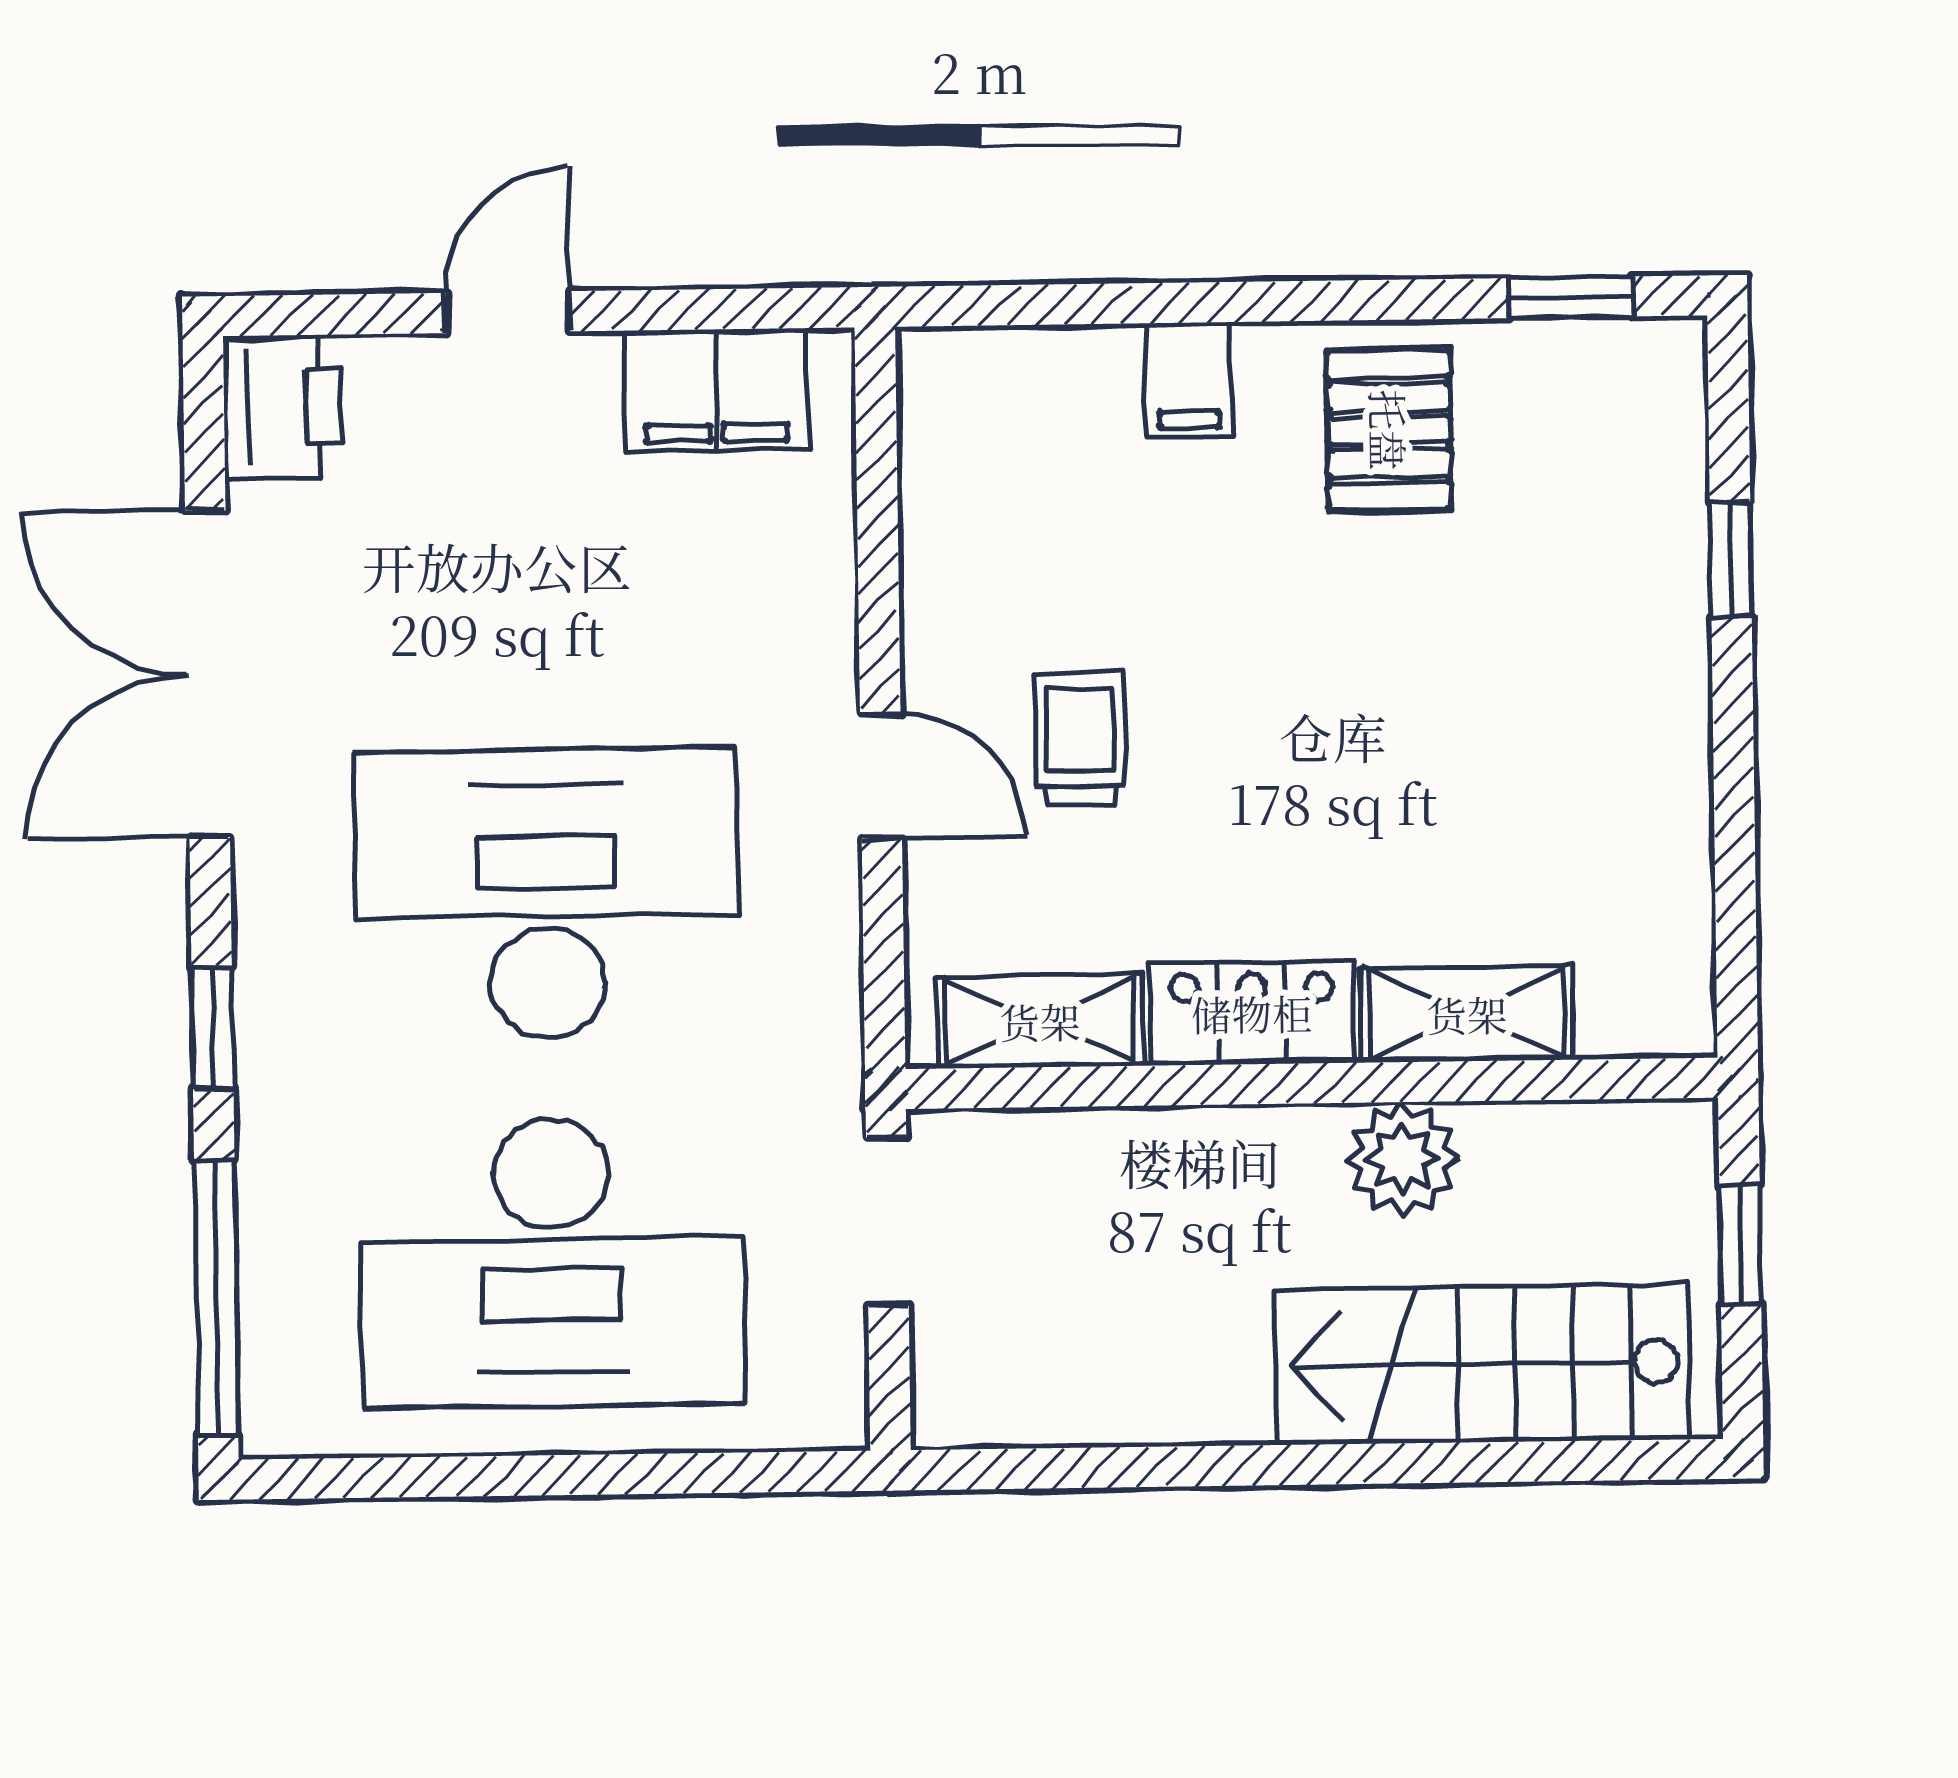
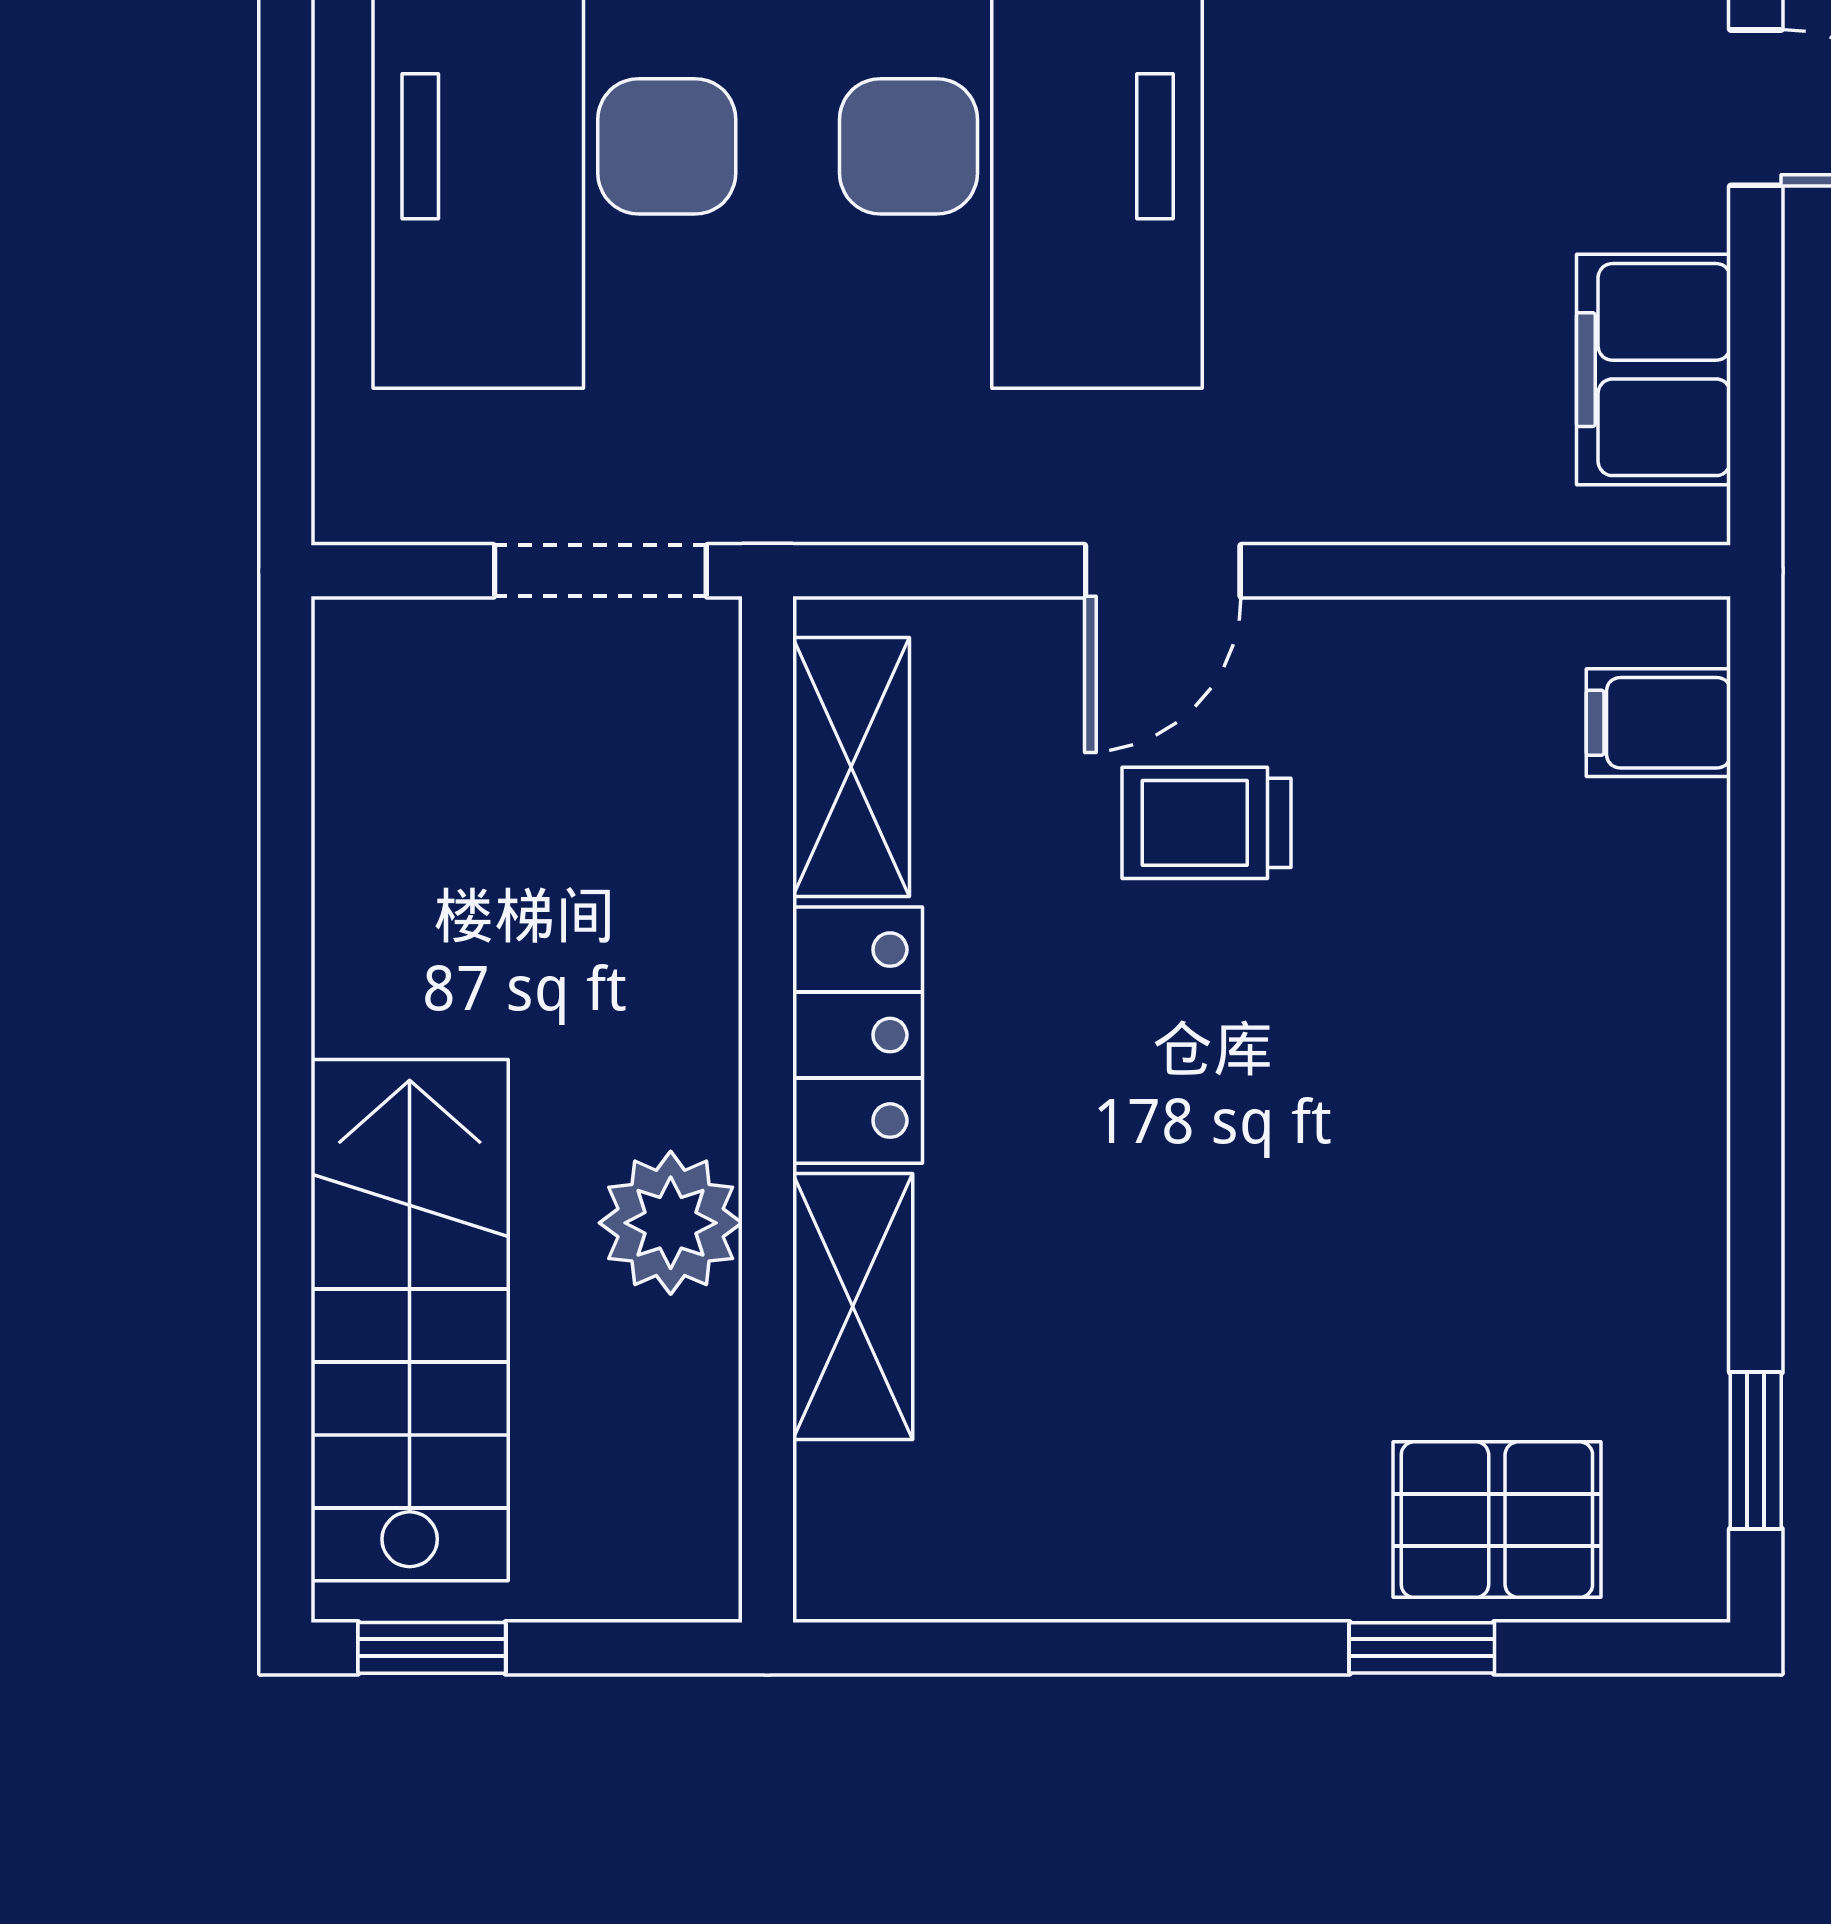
filing cabinet: (1188, 380) -> (1658, 723), moved
pallet: (1389, 430) -> (1497, 1520), moved
trolley: (1080, 739) -> (1207, 823), turned 180
window: (1740, 1245) -> (432, 1648), moved

